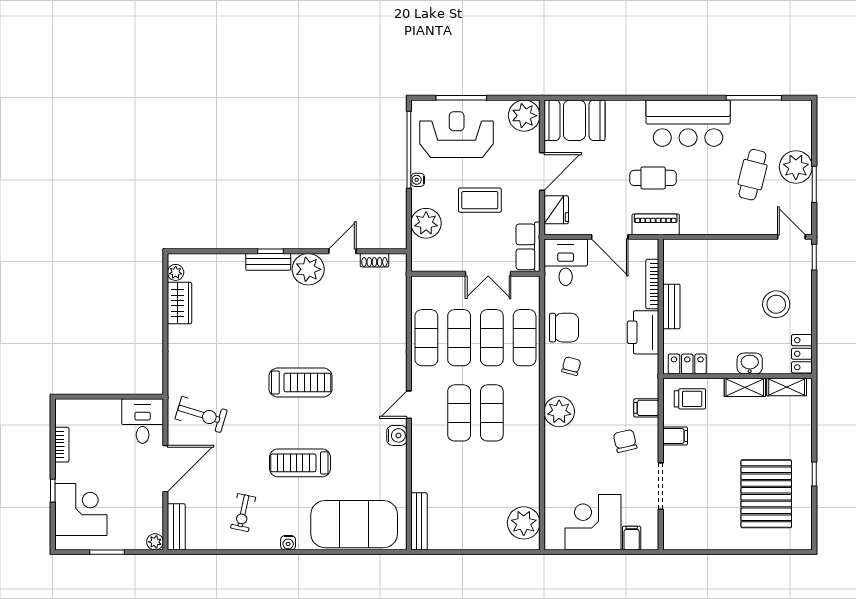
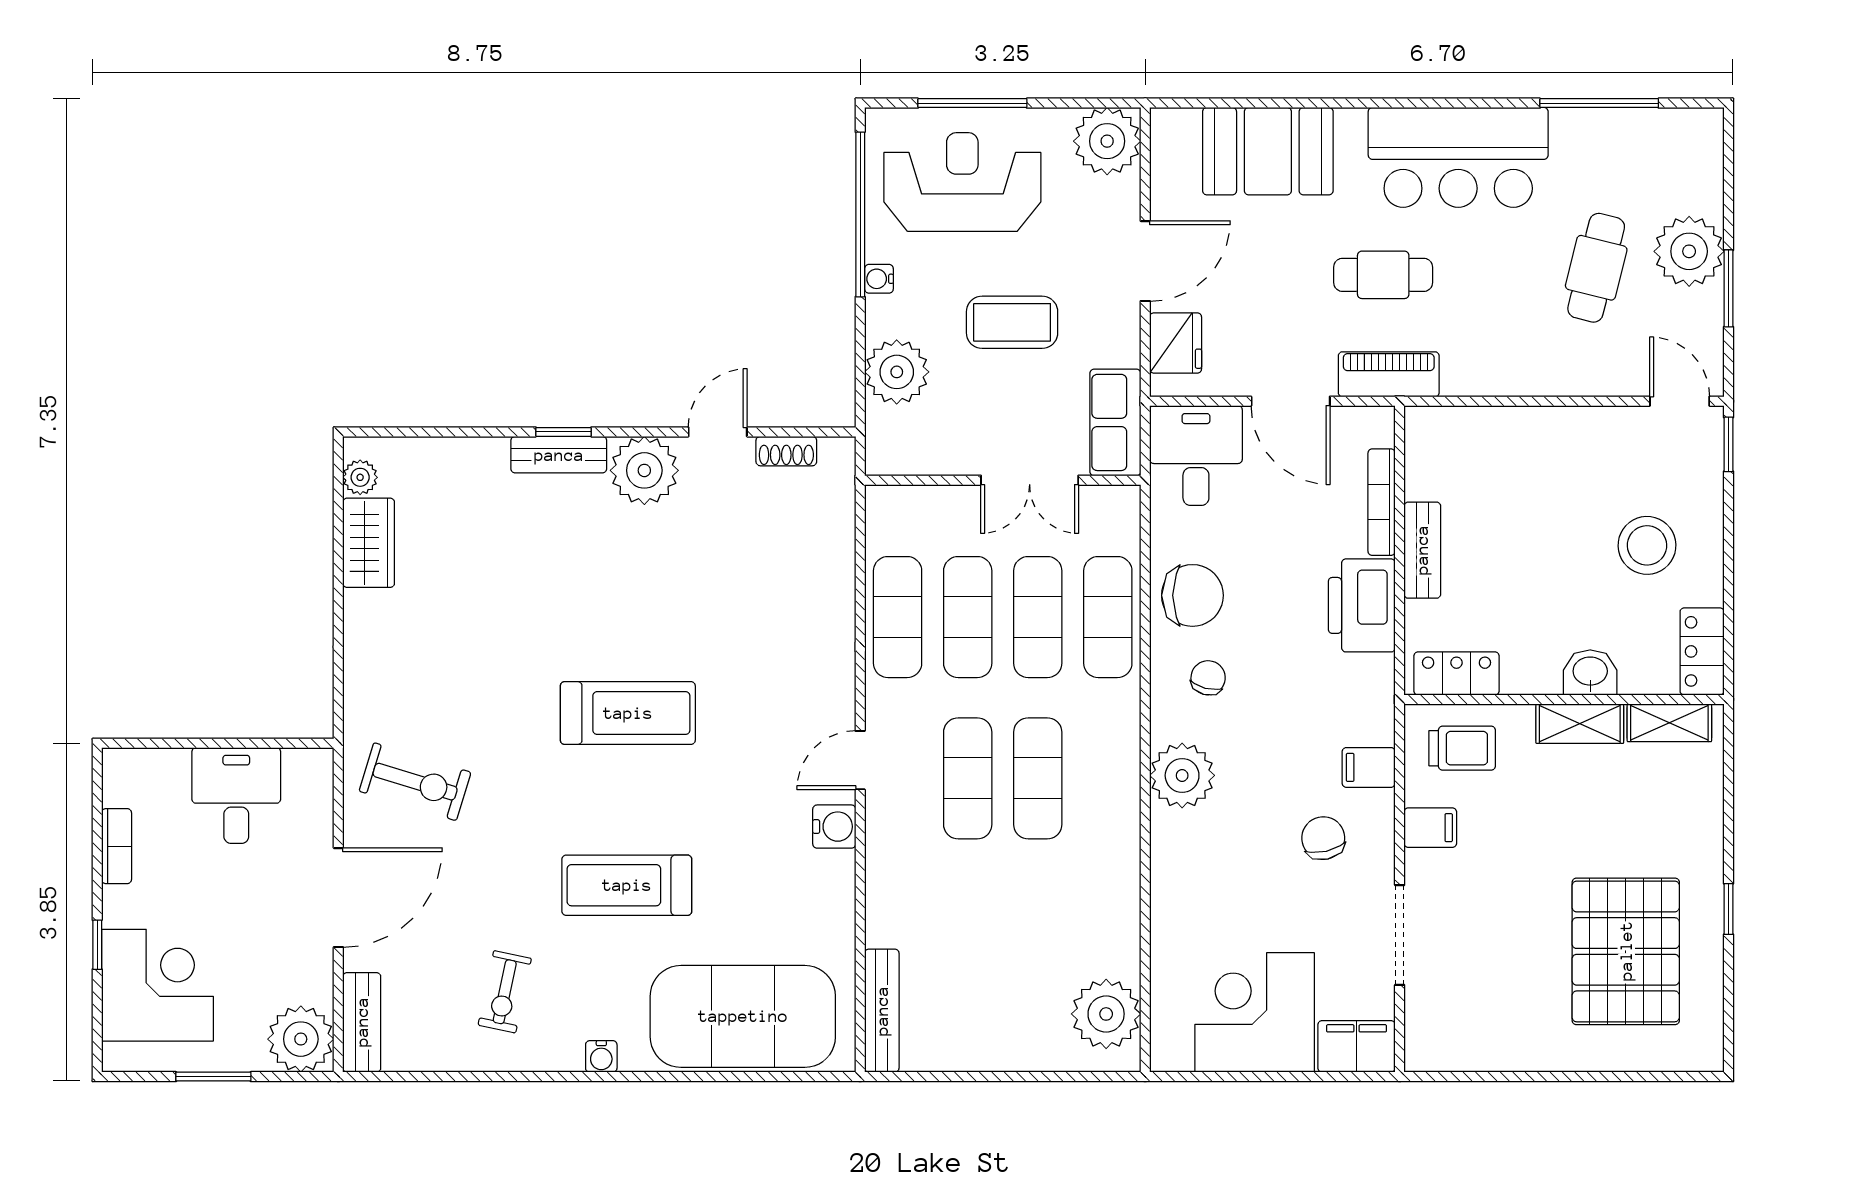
booth: (574, 120) -> (1268, 151), moved
desk: (143, 421) -> (236, 796), moved
filing cabinet: (632, 538) -> (1357, 1046), width x2.00
plant: (155, 542) -> (301, 1039), width x1.88, depth x1.88

